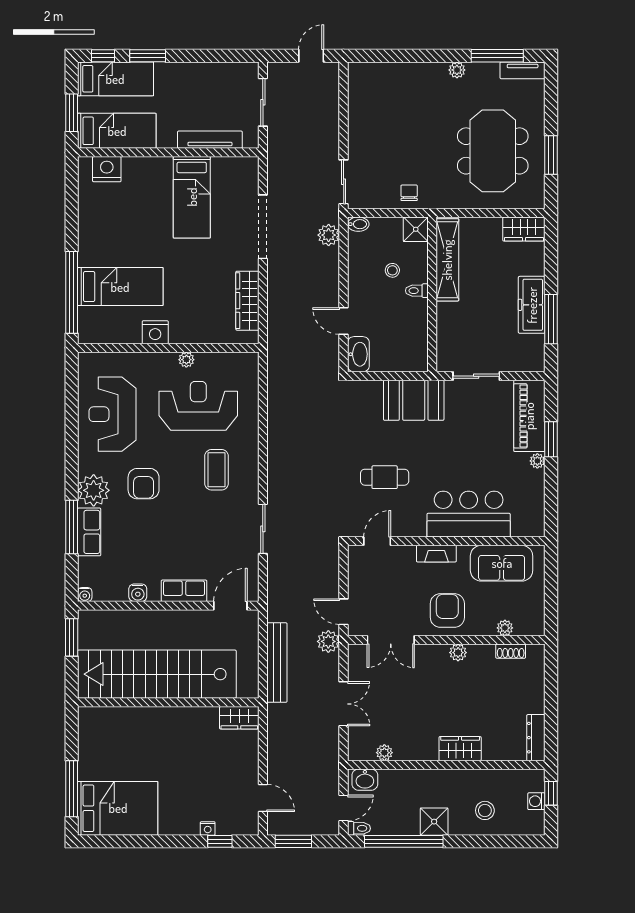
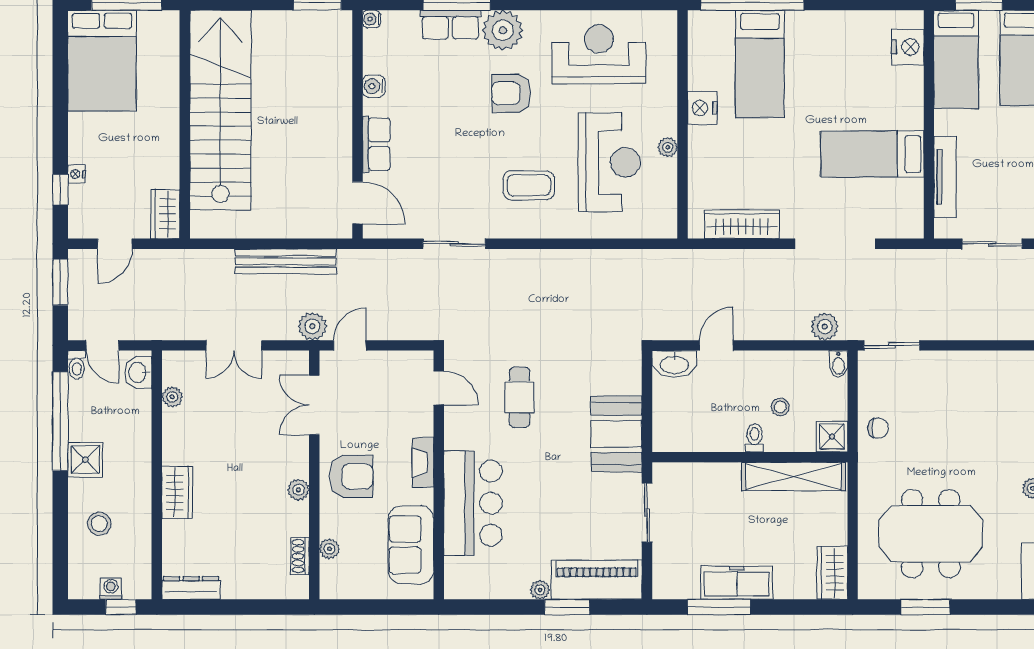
stairs: (157, 674) -> (220, 110), moved
wall: (168, 702) -> (185, 124), moved
wardrobe: (239, 718) -> (165, 214), moved

